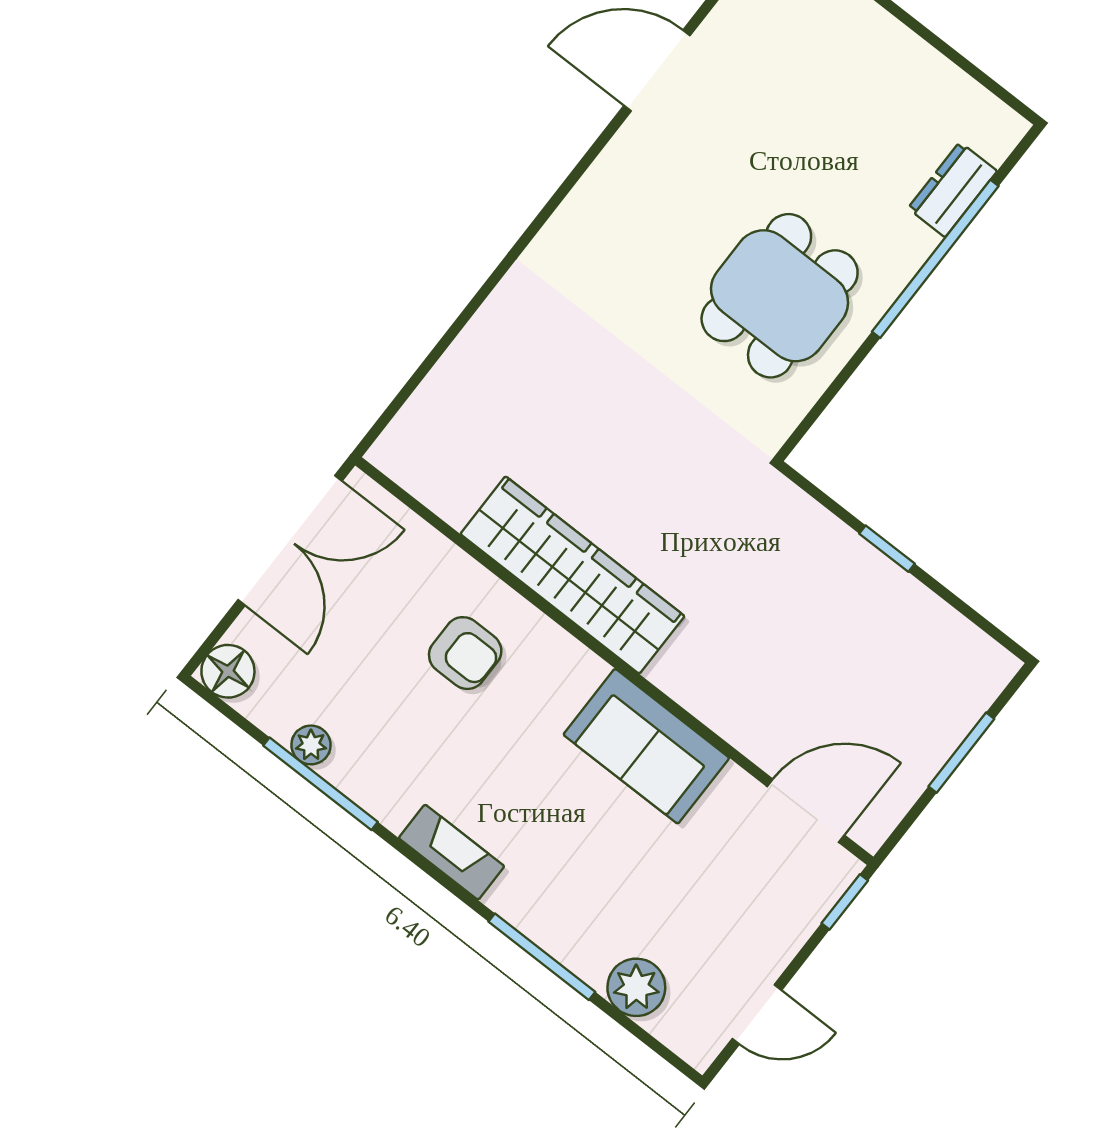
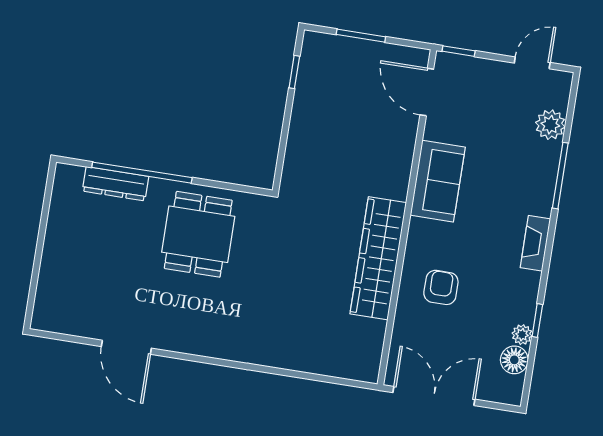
dresser: (952, 190) -> (116, 184), width x1.44
dining table: (780, 296) -> (198, 234), turned 90
window: (887, 549) -> (294, 72), moved
floor lamp: (228, 671) -> (514, 360), moved
window: (320, 784) -> (537, 320), width x0.46
door: (757, 1014) -> (532, 63), hinge flipped

